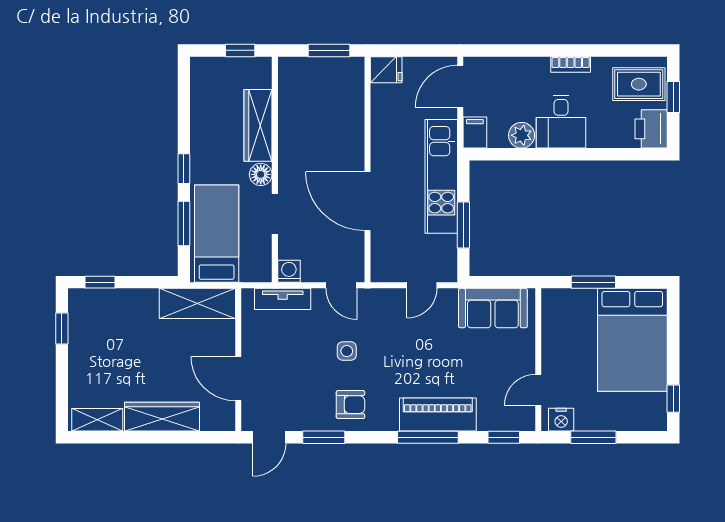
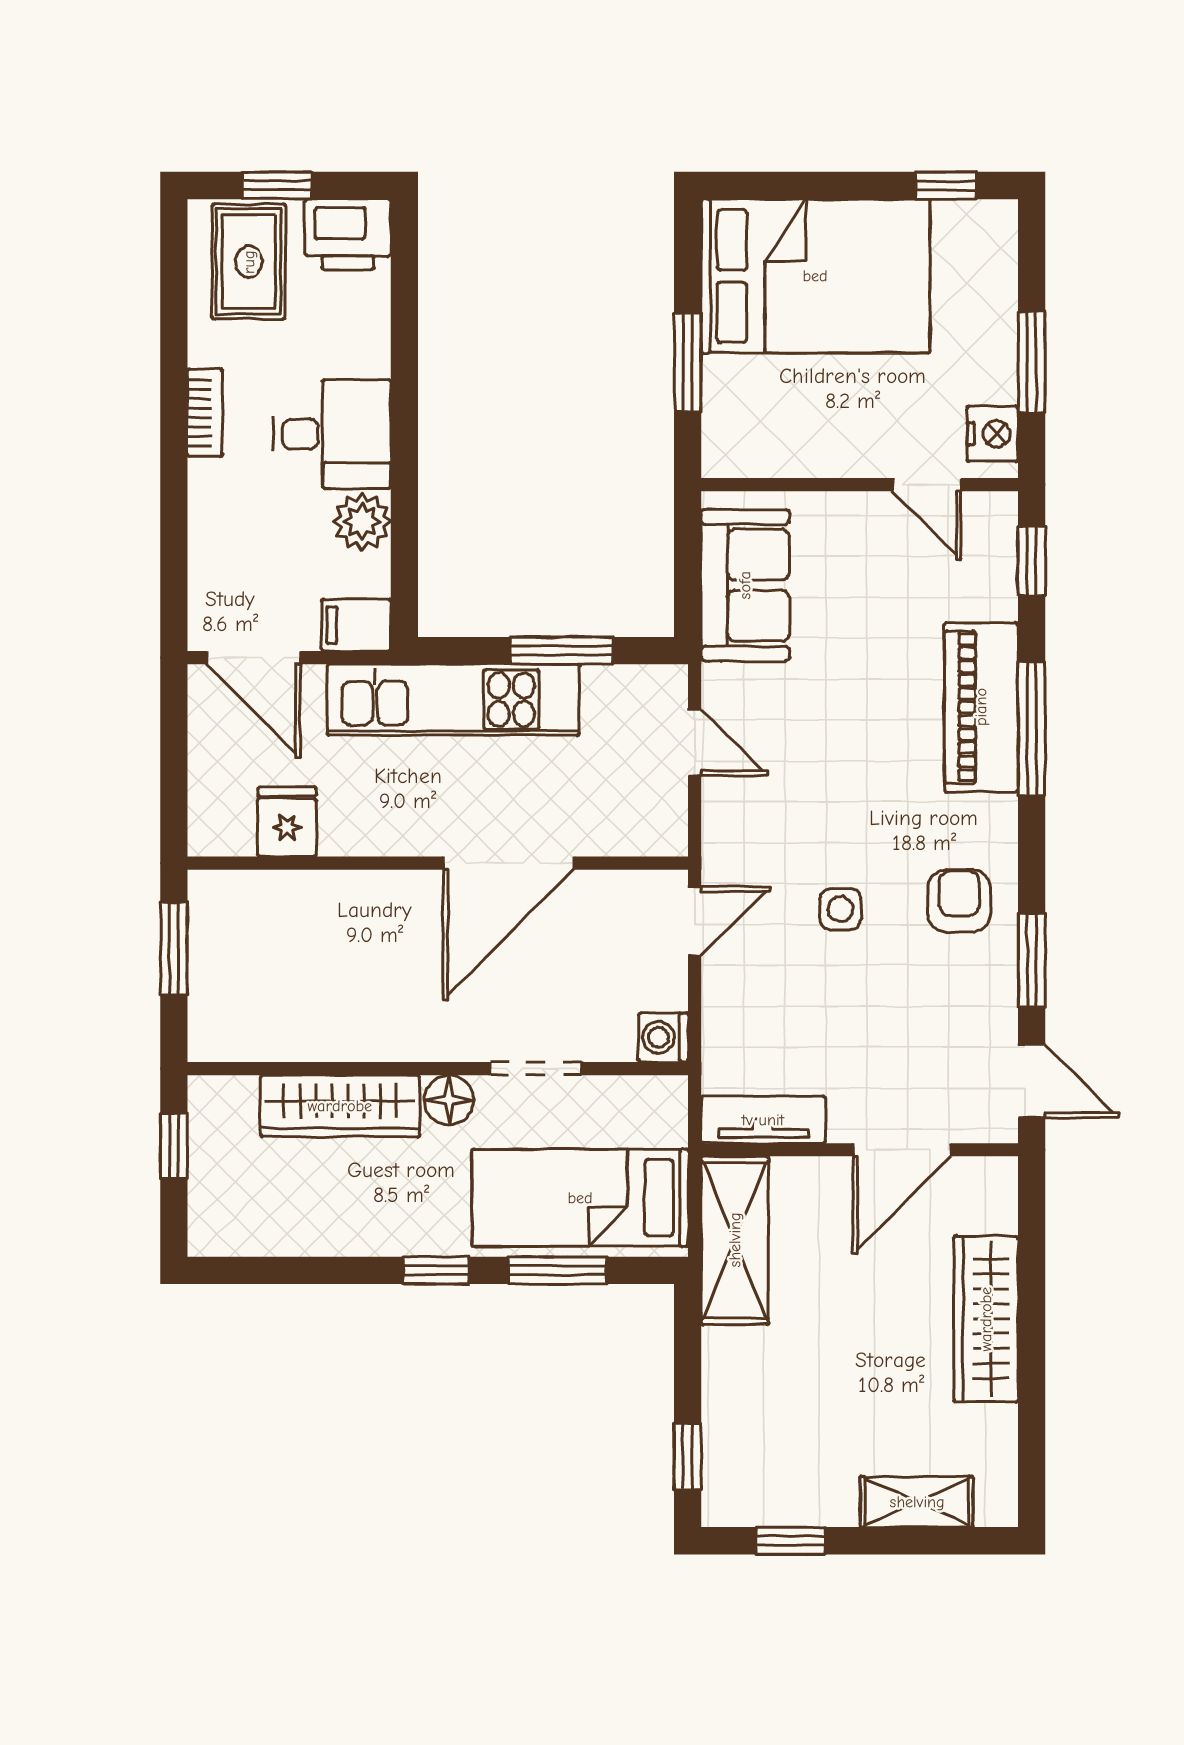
fridge: (386, 70) -> (287, 822), moved
tv unit: (283, 299) -> (763, 1120), moved, turned -90
shelving: (97, 420) -> (917, 1502), moved, turned 90

